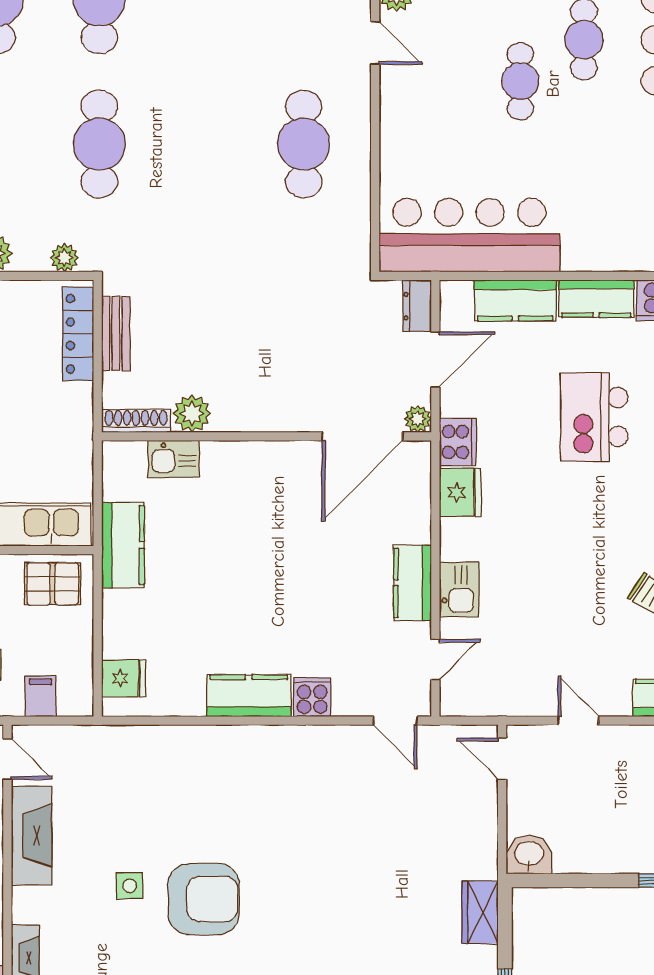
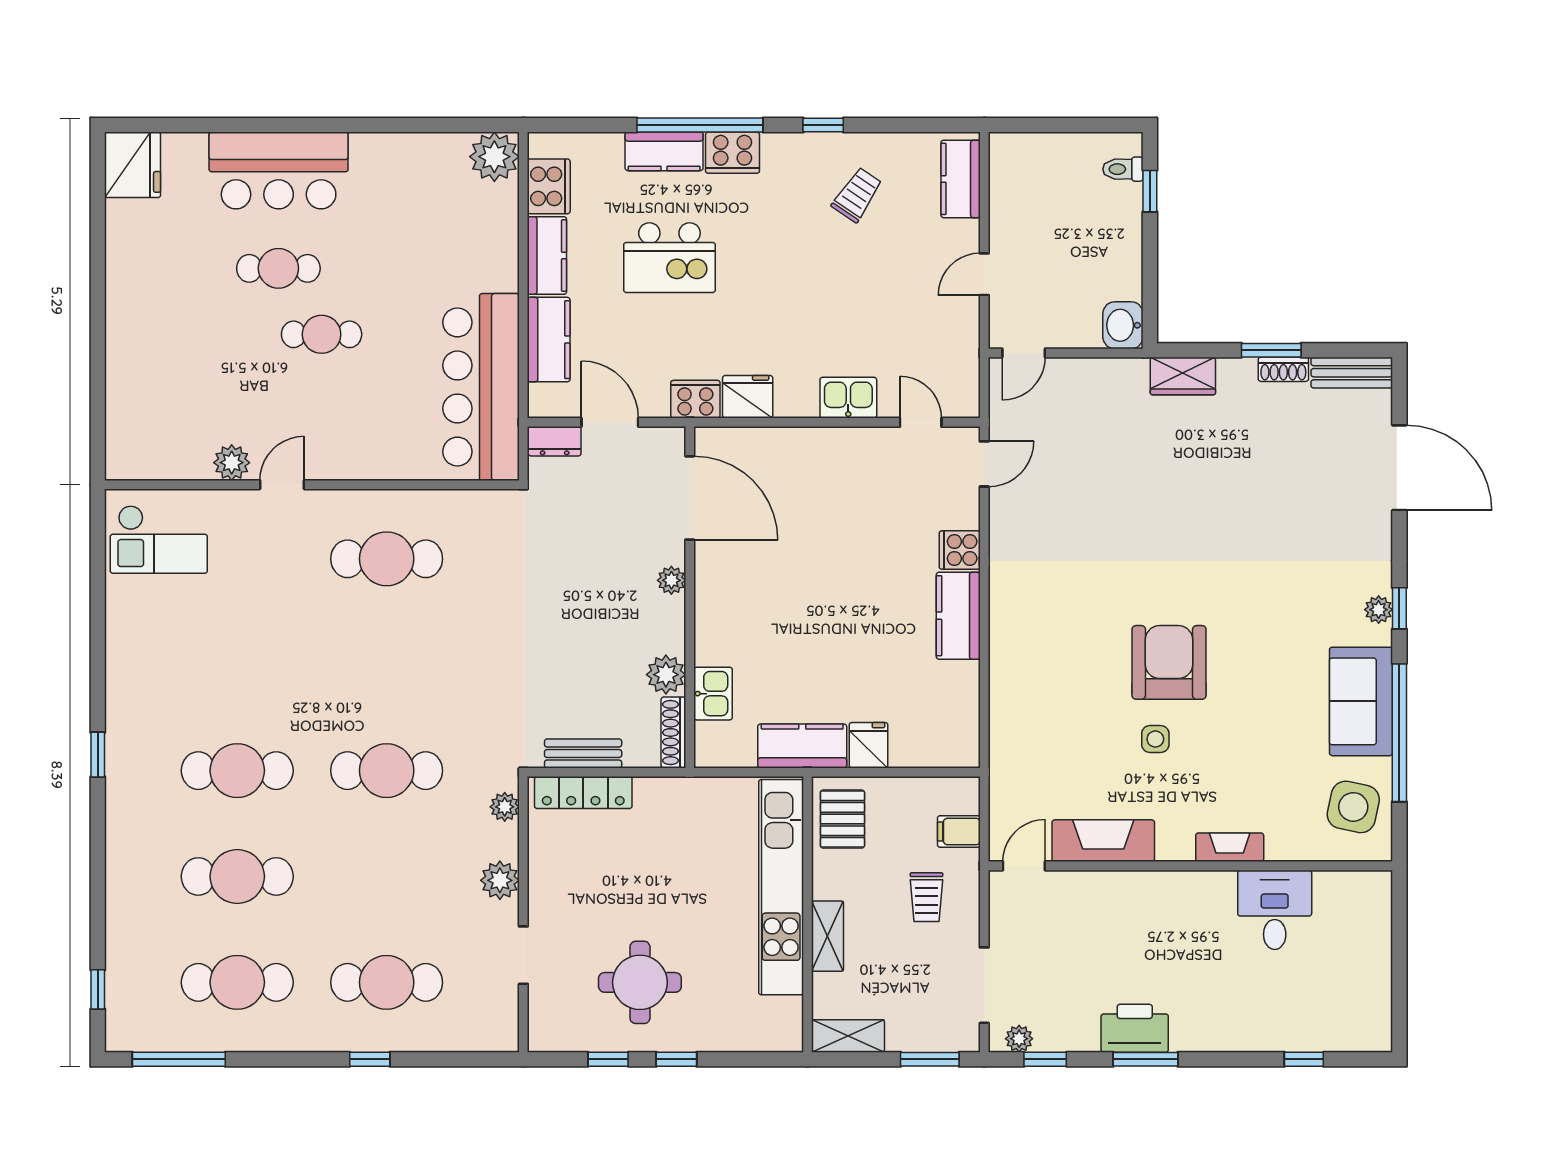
plant: (418, 419) -> (671, 580), moved
kitchen counter: (412, 583) -> (841, 446), removed
fridge: (124, 678) -> (868, 745), moved

